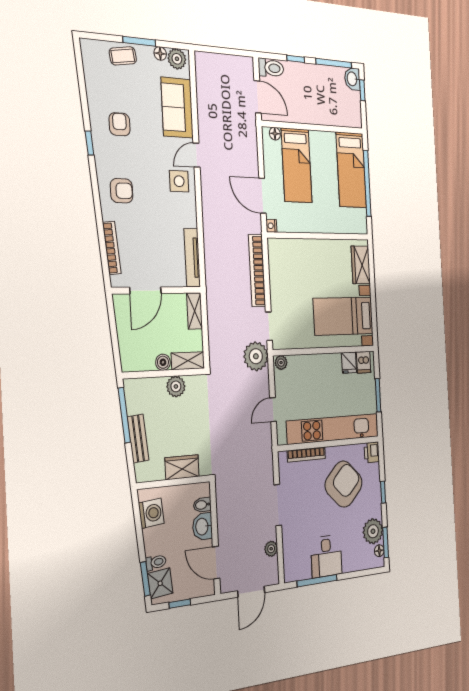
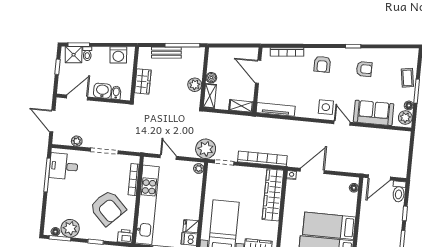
bed: (297, 165) -> (329, 226), moved
wardrobe: (298, 250) -> (273, 195), added
desk: (326, 556) -> (64, 166), moved

